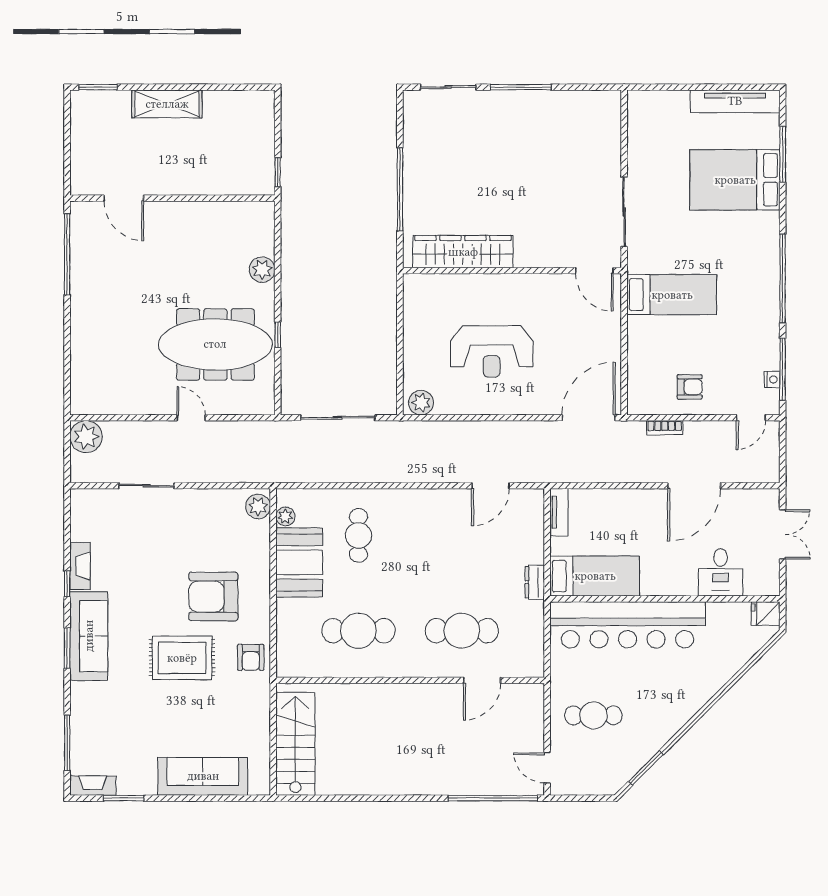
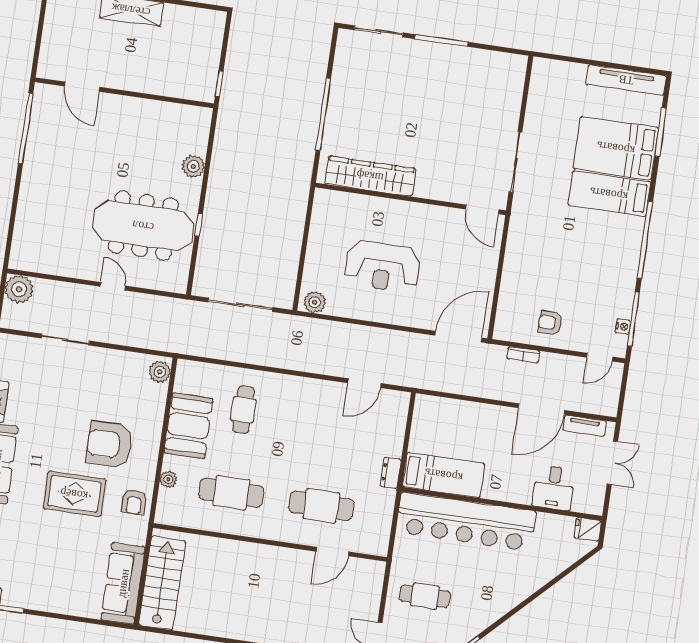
bed: (672, 295) -> (609, 194), moved, turned 180
armchair: (690, 387) -> (550, 323), turned 180
tv unit: (559, 512) -> (584, 426), moved, turned 90
plant: (285, 516) -> (168, 479), moved
sofa: (203, 776) -> (123, 583), moved, turned -90

